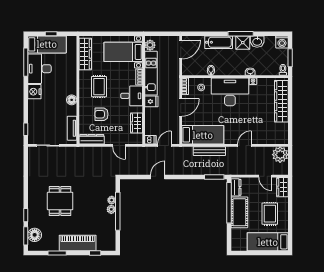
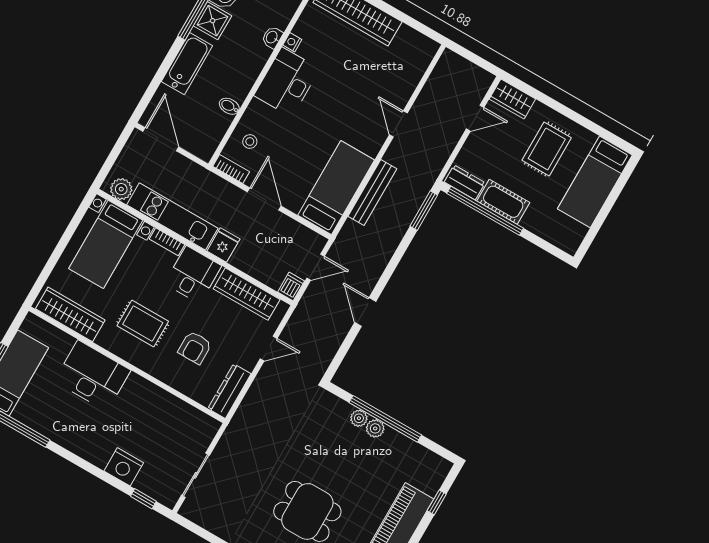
desk: (39, 69) -> (92, 376), moved, turned 180
nightstand: (34, 92) -> (124, 467), moved
desk: (230, 92) -> (287, 82), width x0.73, depth x0.77
floor lamp: (72, 100) -> (138, 386), removed
wardrobe: (136, 123) -> (247, 294), width x1.50
tv unit: (72, 128) -> (189, 415), removed
door: (164, 145) -> (316, 267), swing flipped
plant: (280, 155) -> (452, 69), removed
cot: (239, 212) -> (503, 202), width x0.73, depth x0.75
rug: (270, 214) -> (547, 149), turned 90

